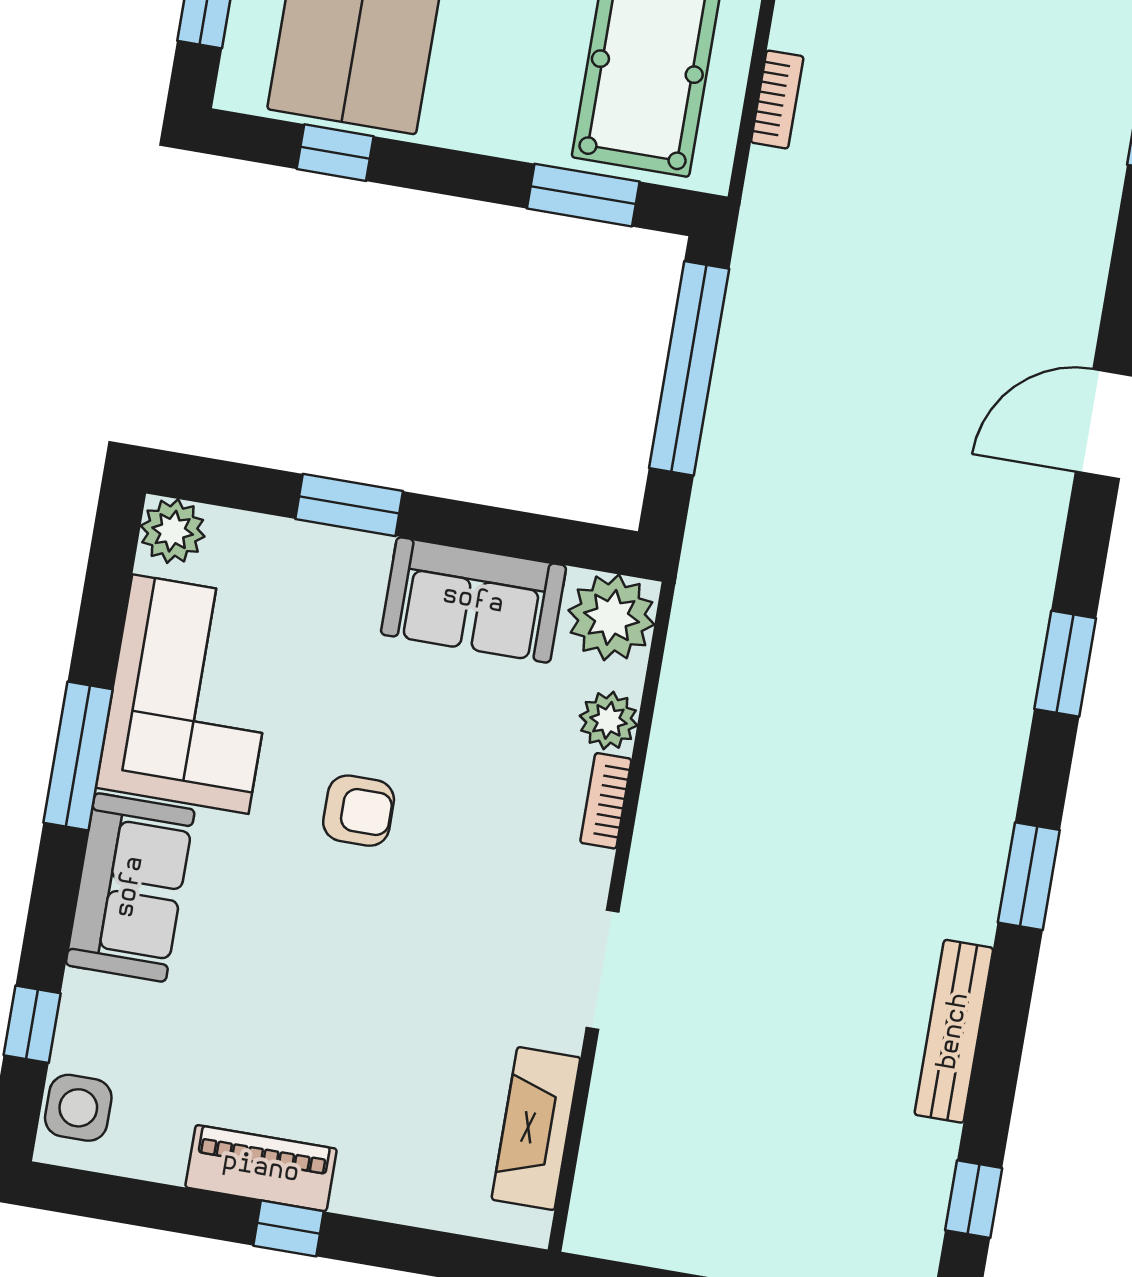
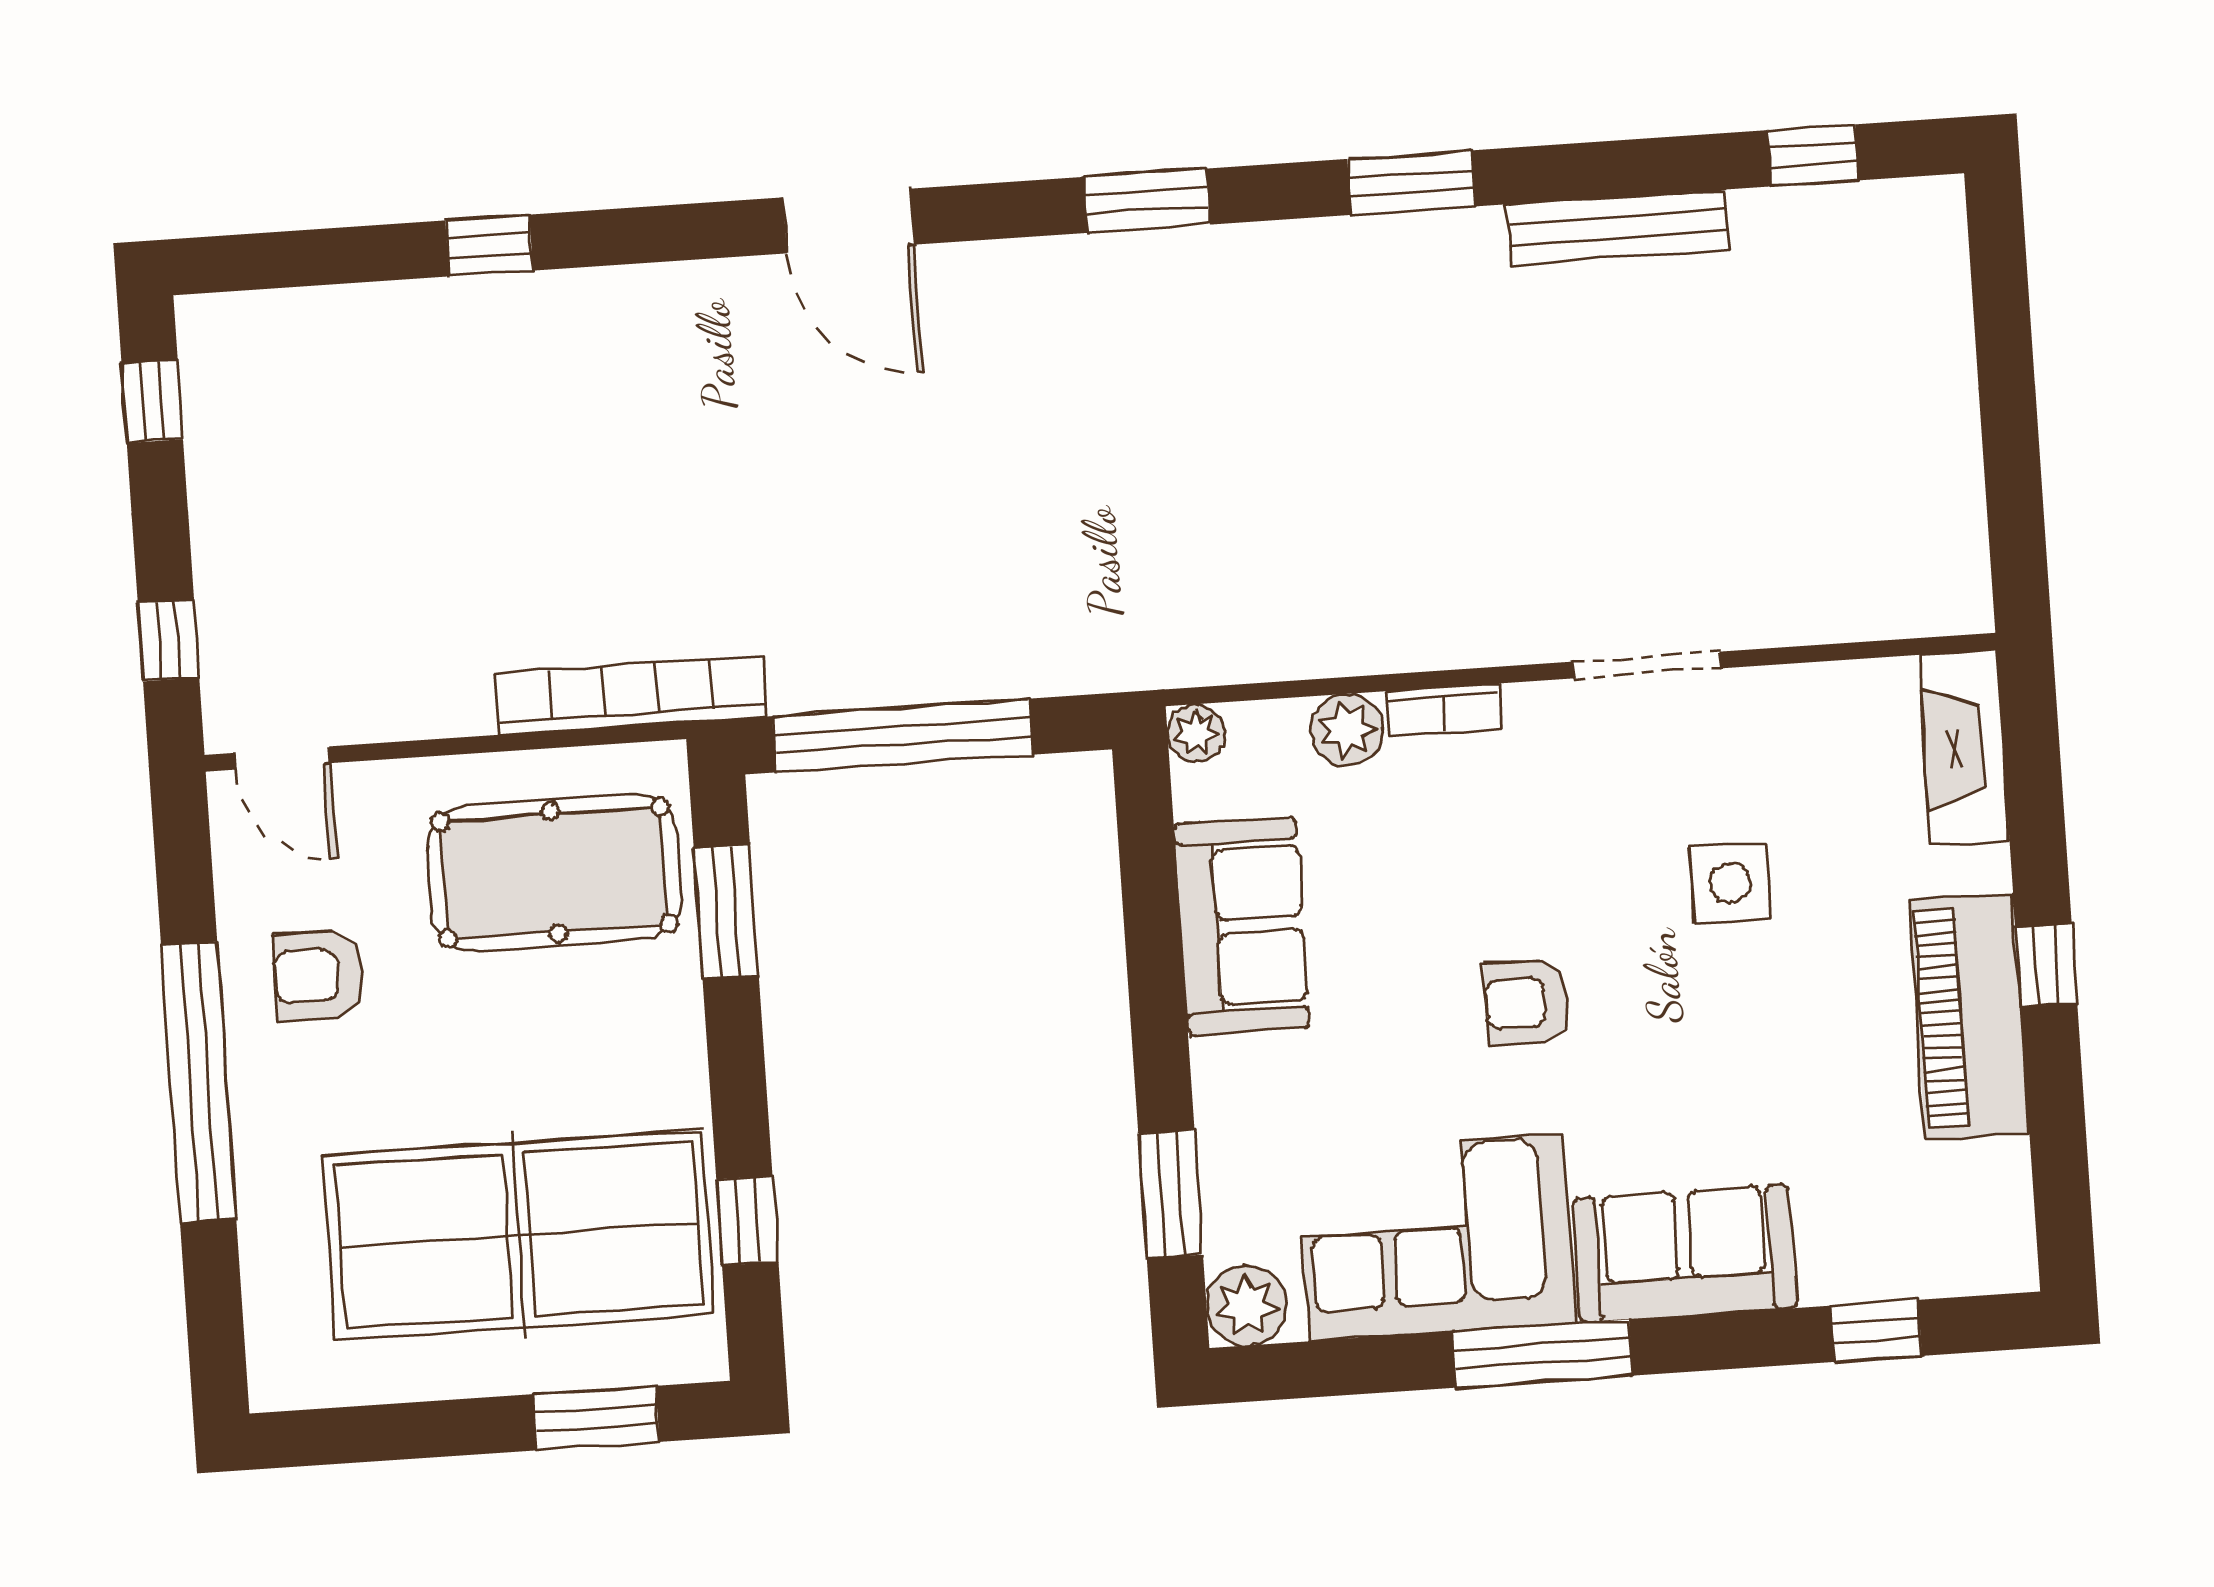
bookcase: (777, 99) -> (631, 695), width x2.31, depth x1.31
window: (349, 505) -> (1171, 1194), moved
plant: (611, 617) -> (1196, 733), width x0.53, depth x0.53
armchair: (359, 811) -> (1527, 1003), turned -90
side table: (78, 1108) -> (1730, 883), moved
fireplace: (536, 1129) -> (1964, 748), moved, turned 90
piano: (261, 1168) -> (1969, 1017), width x1.37, depth x1.33

